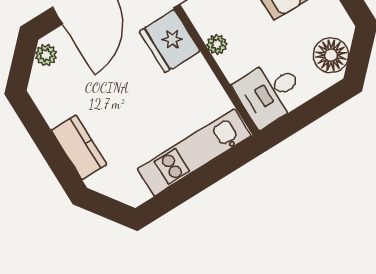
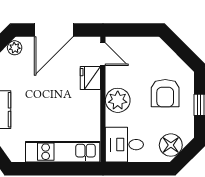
fridge: (170, 41) -> (90, 78), width x0.73, depth x0.75
plant: (217, 44) -> (118, 100), width x1.88, depth x1.88

